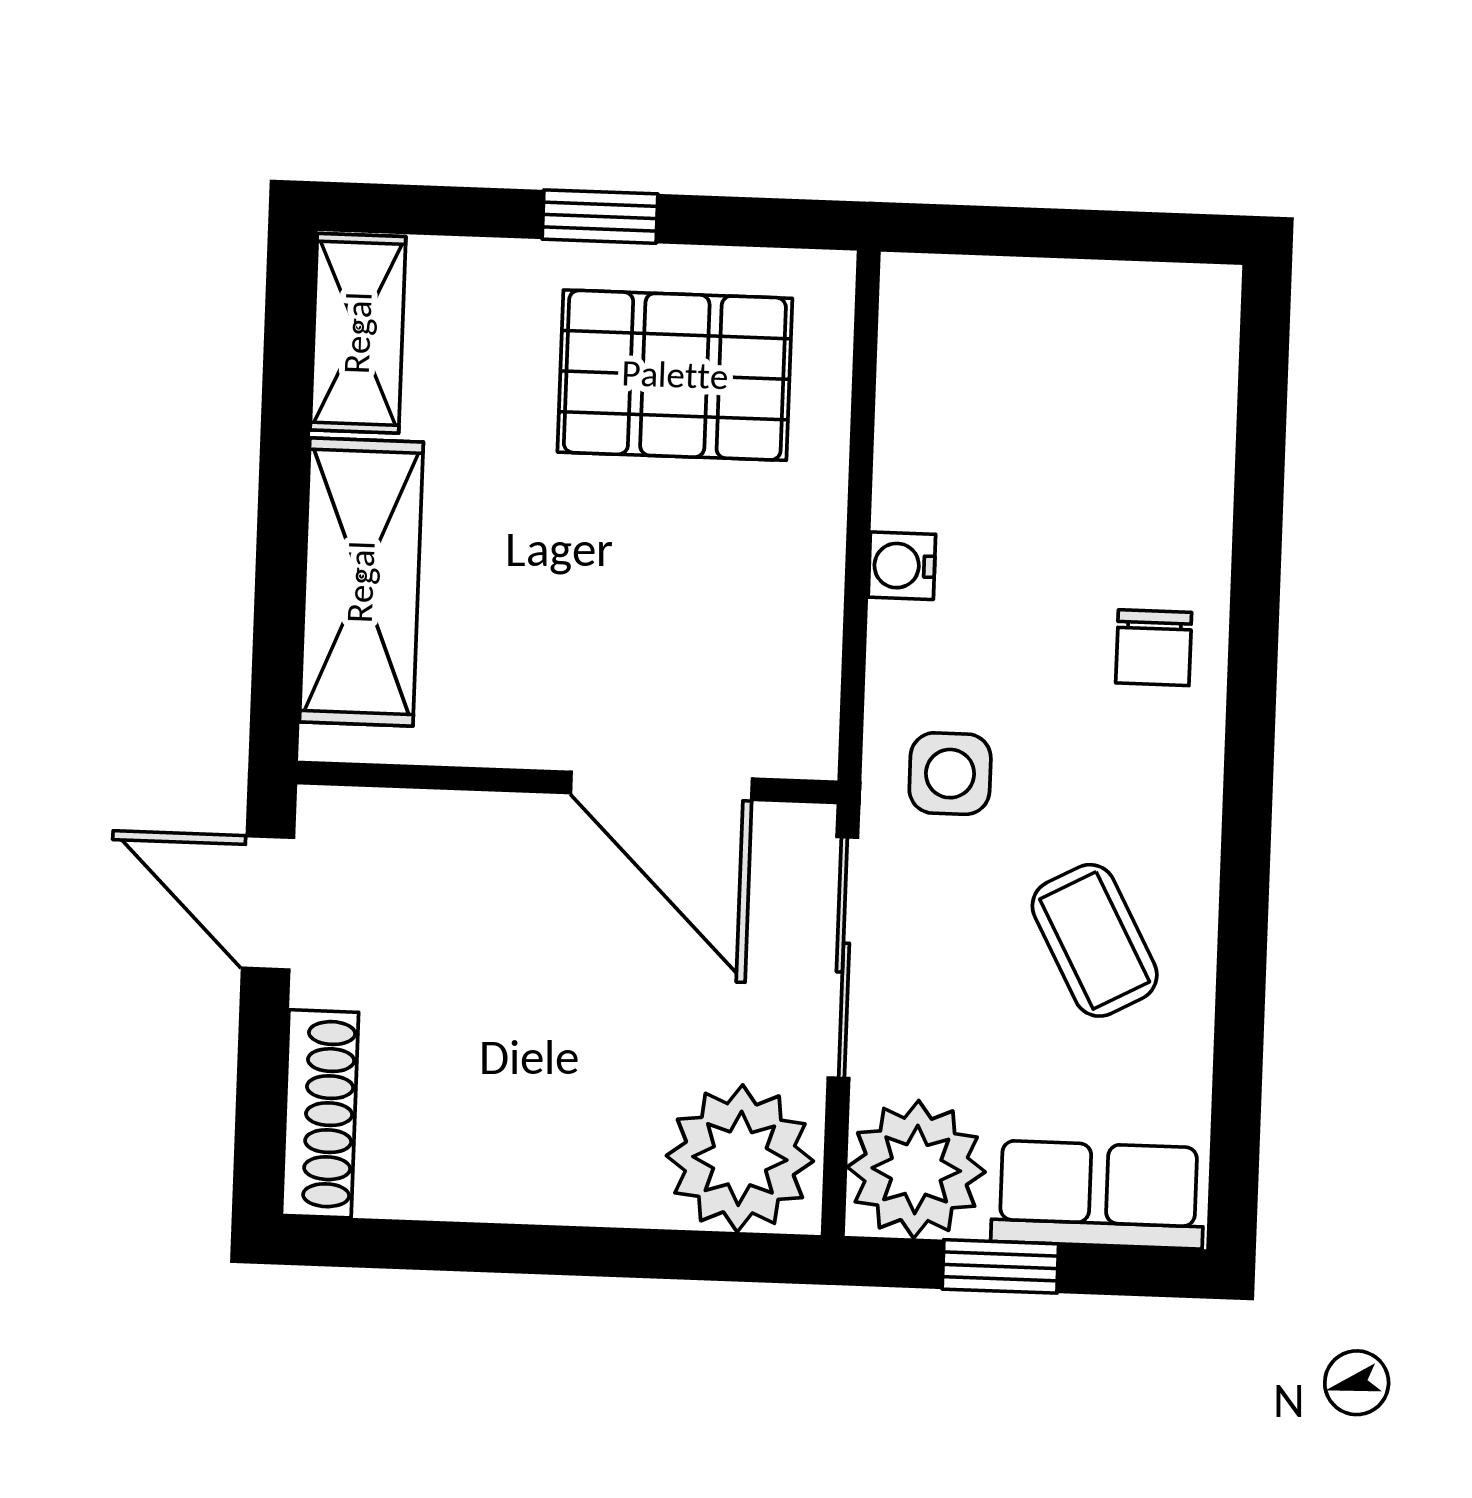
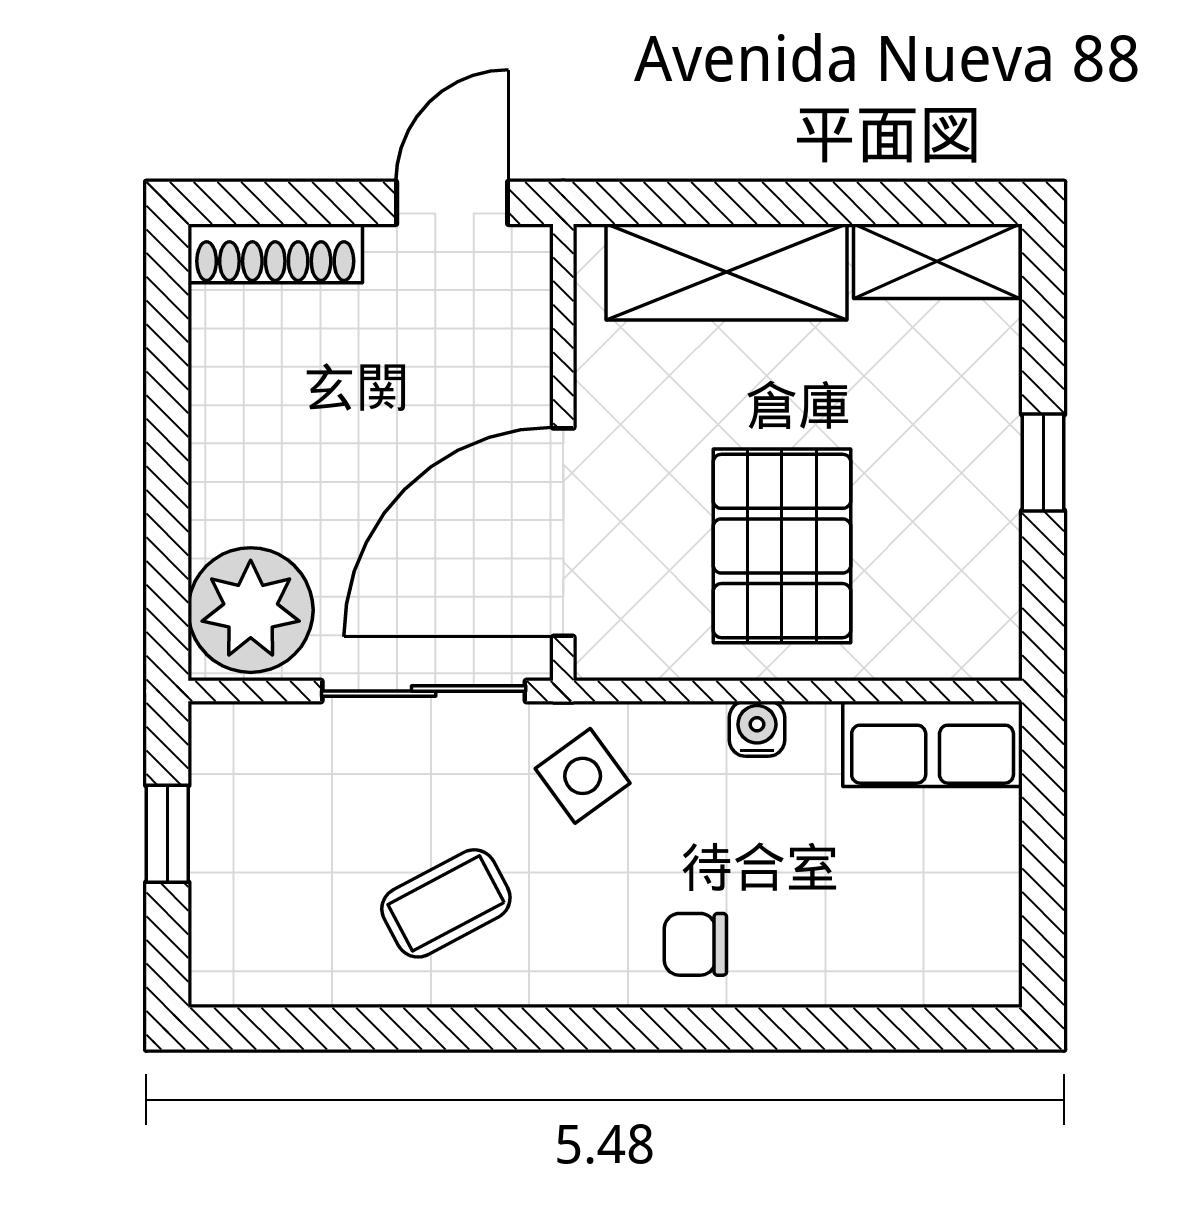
pallet: (675, 375) -> (782, 546), moved
side table: (950, 774) -> (583, 776), turned -36
door: (661, 786) -> (563, 532), width x1.36
plant: (916, 1169) -> (247, 760), removed
row of seats: (1098, 1195) -> (933, 744), moved, turned 90

